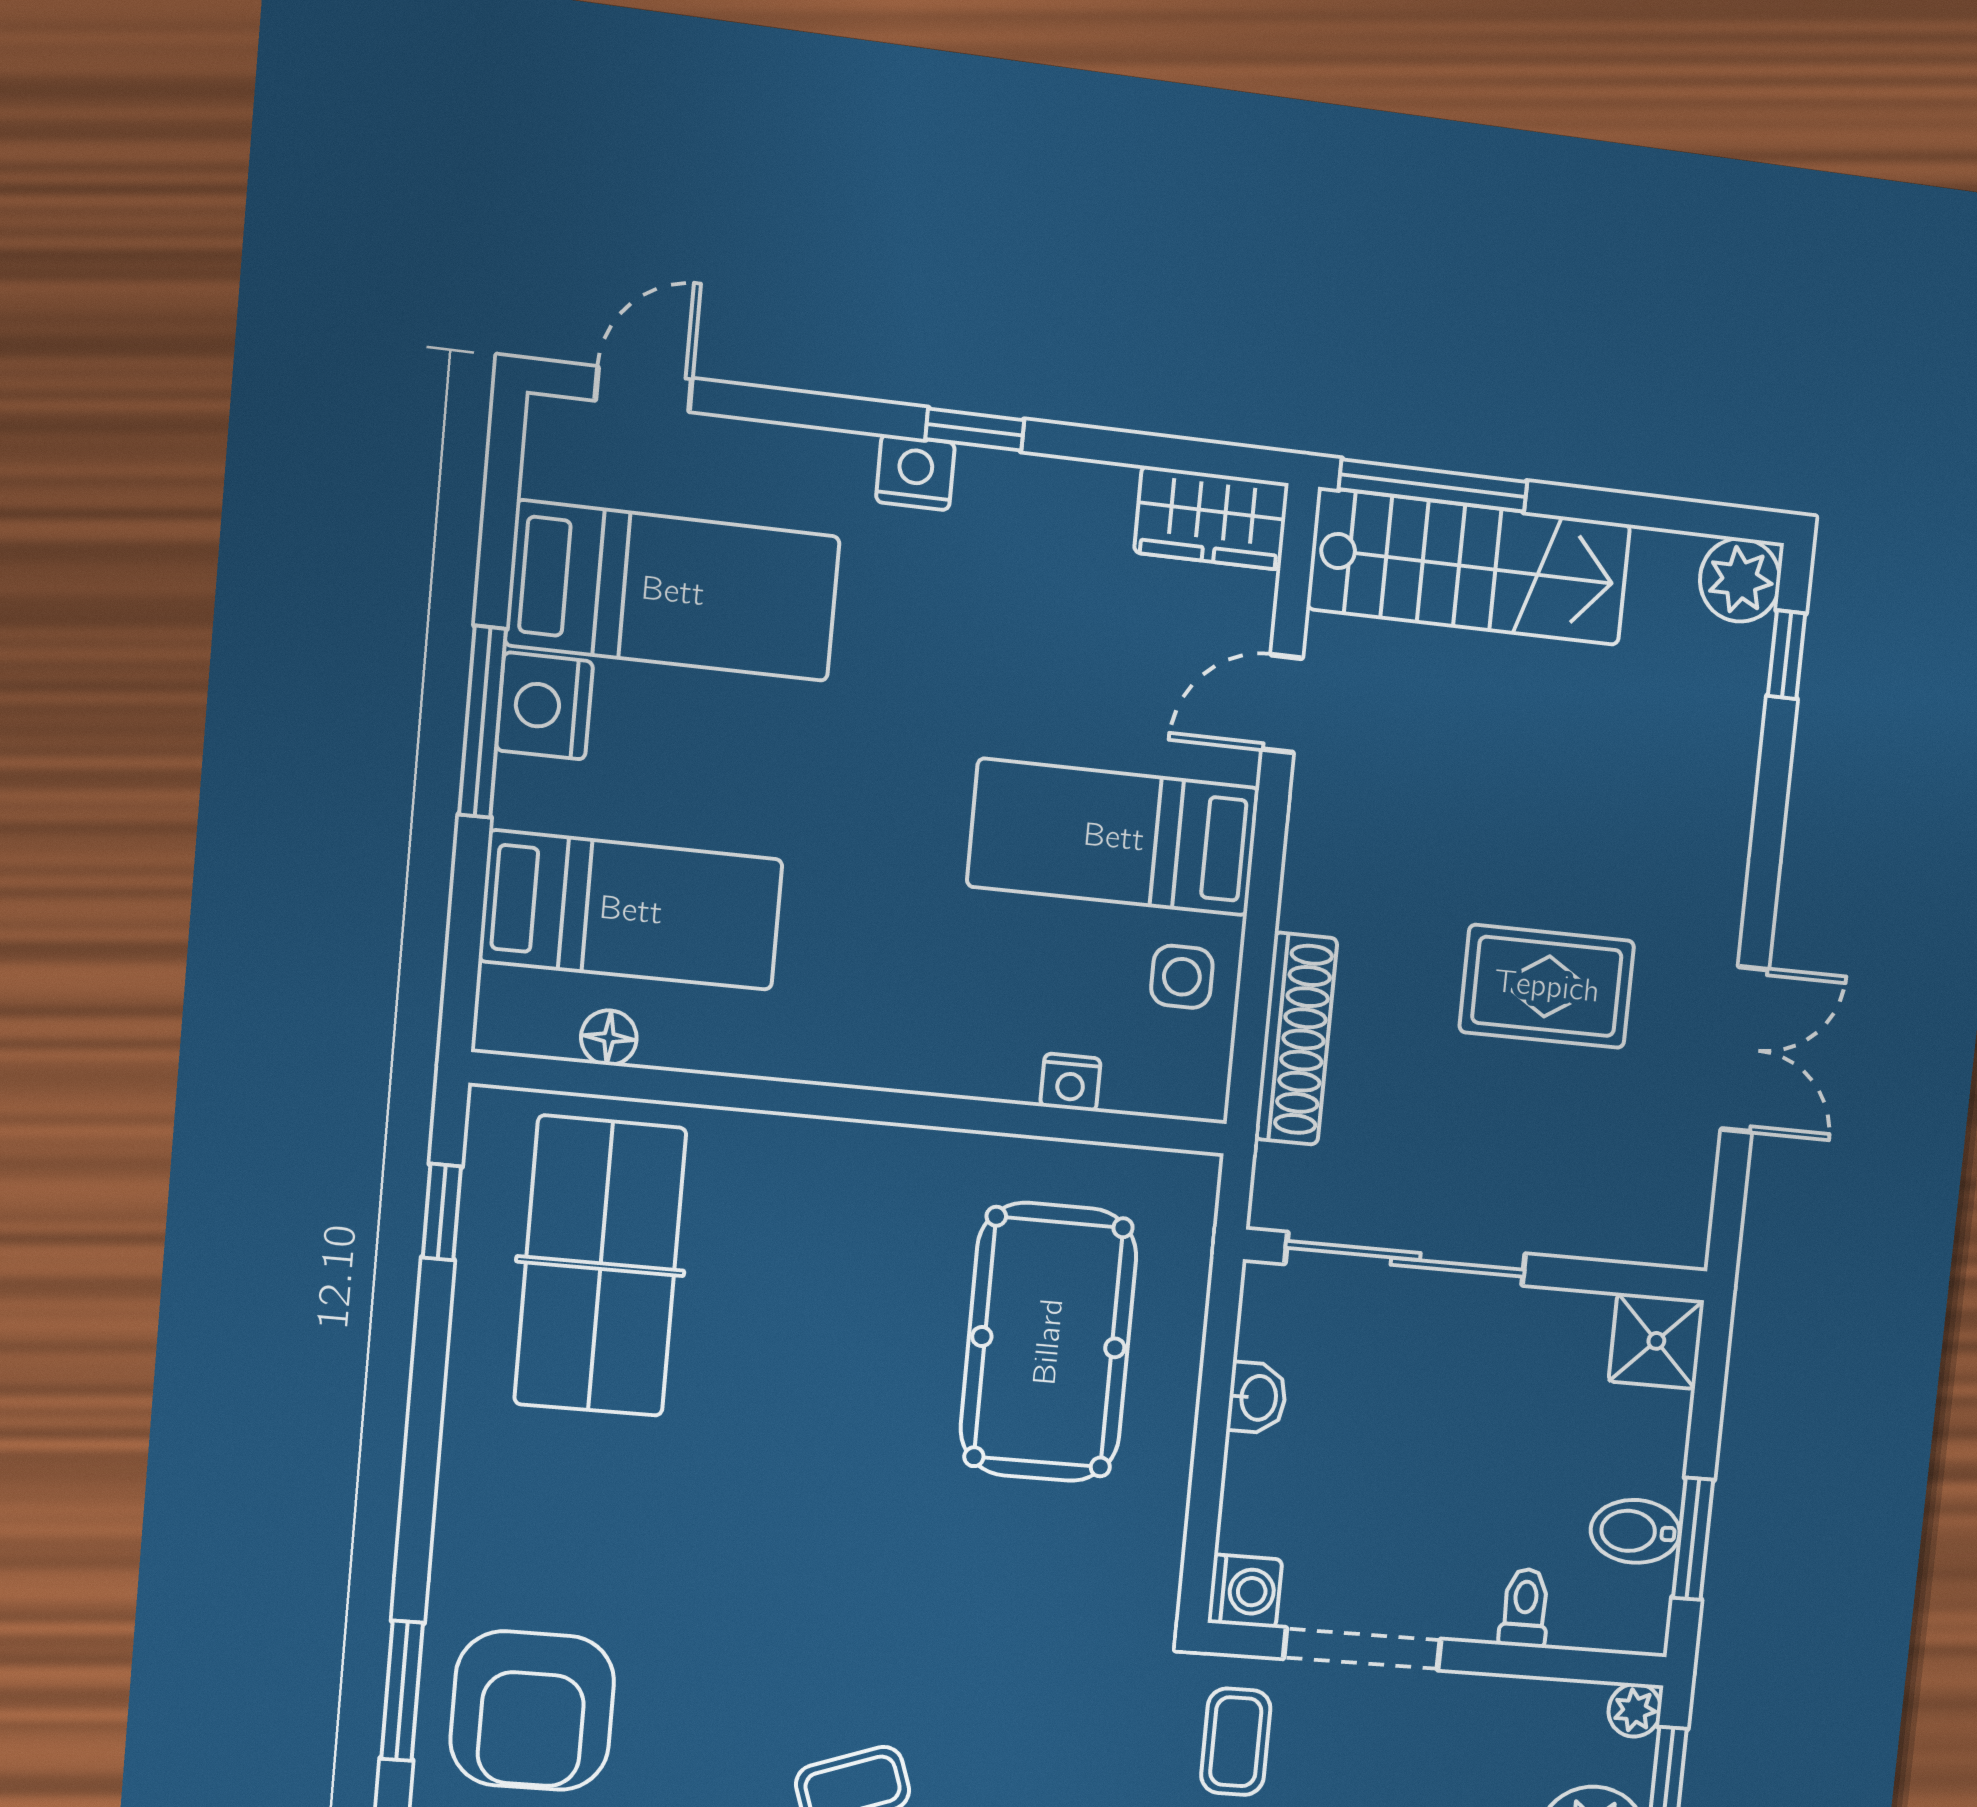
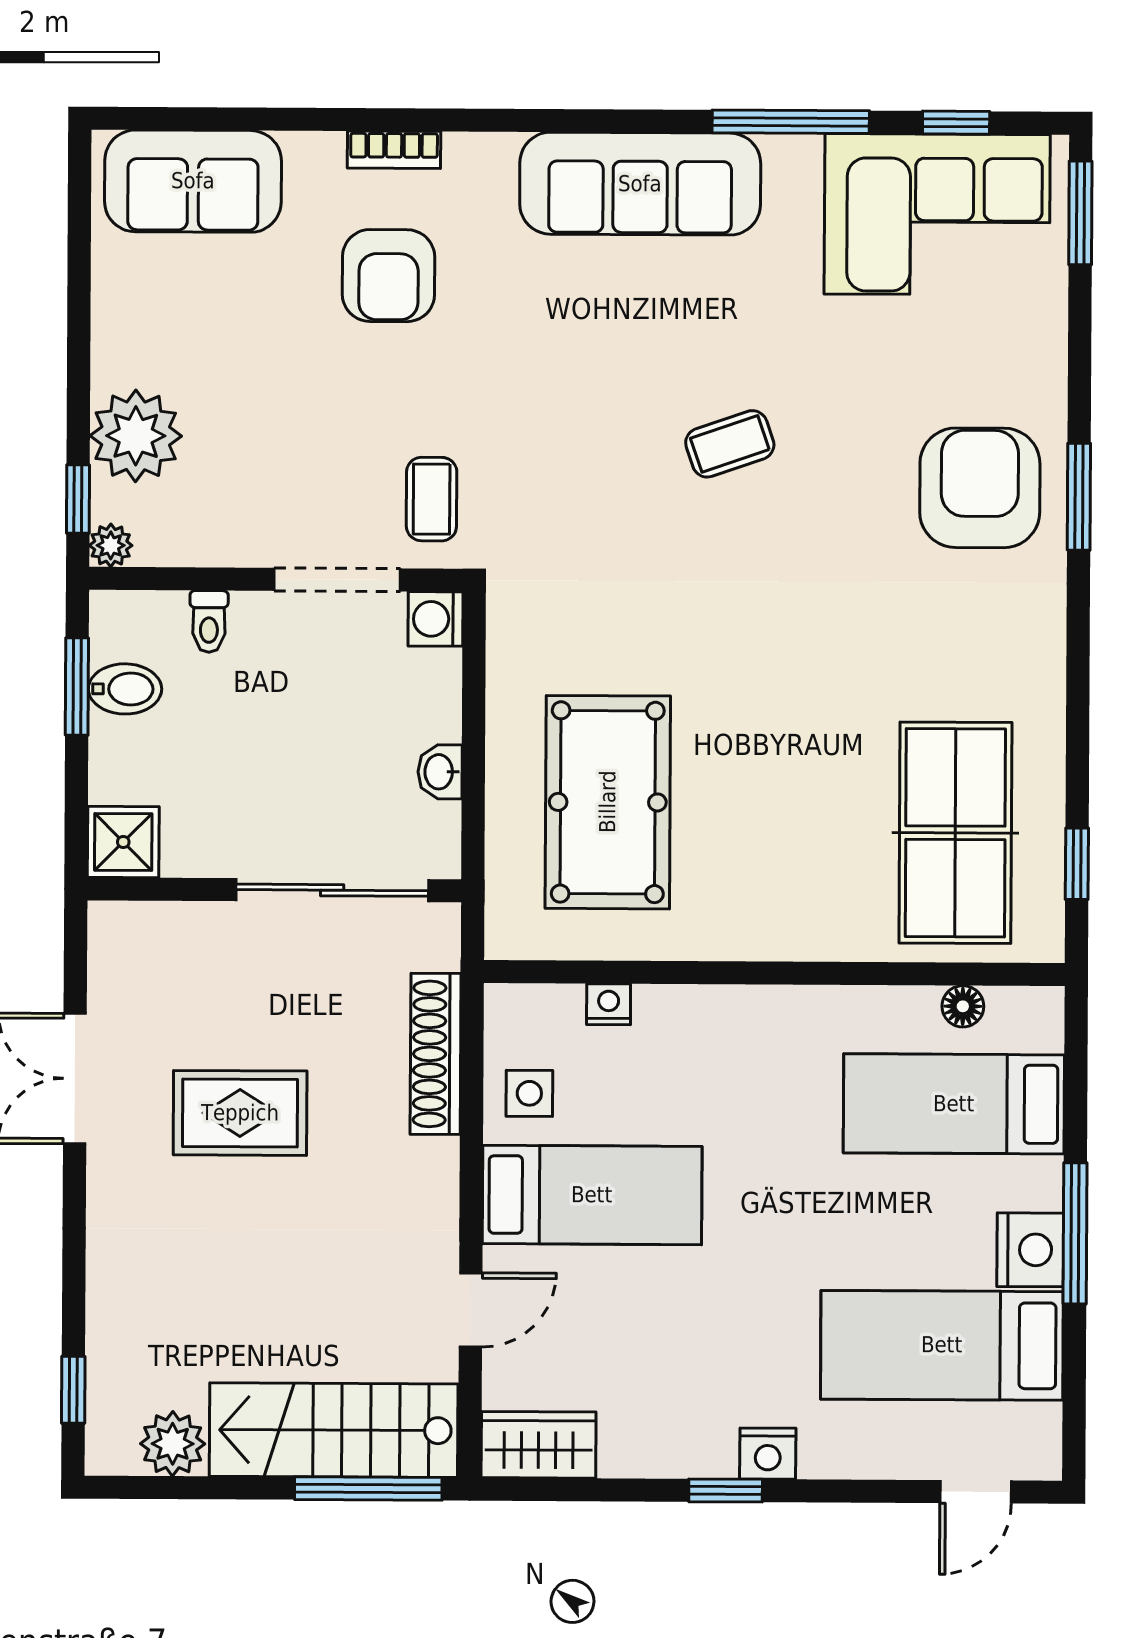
plant: (1740, 580) -> (173, 1444), moved

